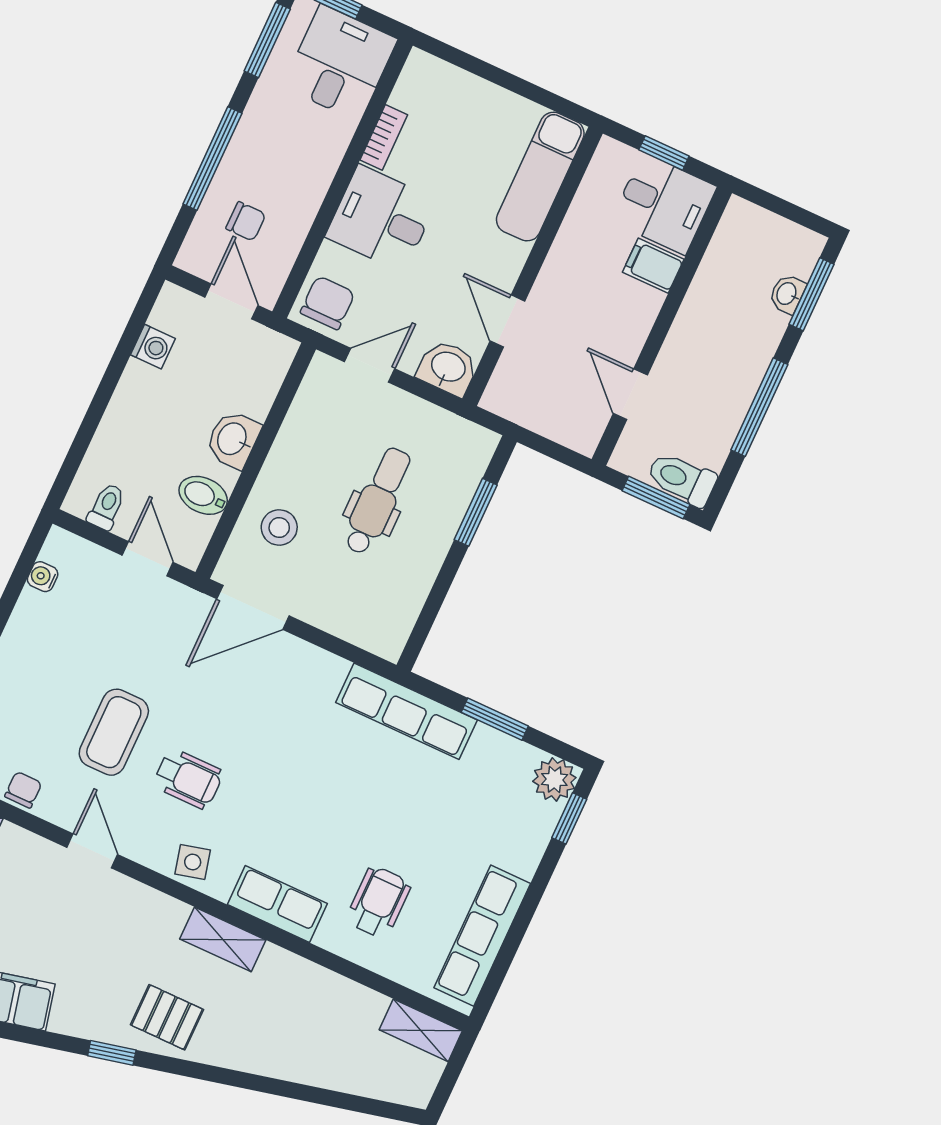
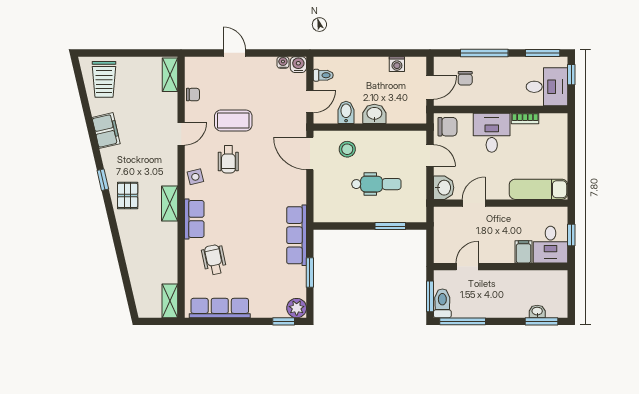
window: (759, 407) -> (463, 321), moved
water cooler: (61, 547) -> (298, 65), added
wheelchair: (378, 902) -> (214, 260), turned -102

